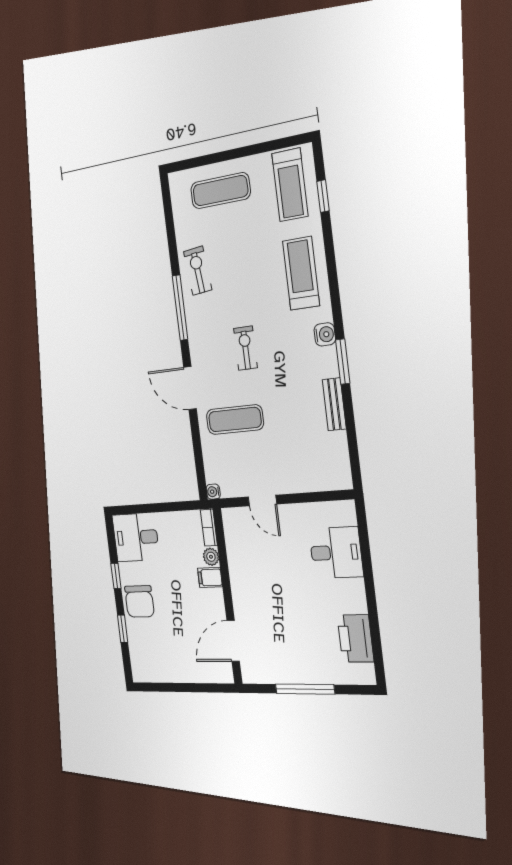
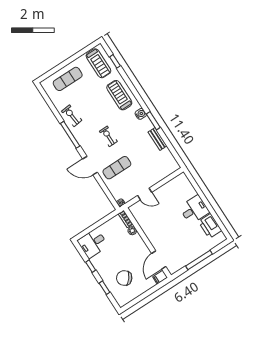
desk: (336, 553) -> (194, 210), moved
filing cabinet: (210, 578) -> (160, 277), moved
chair: (139, 601) -> (124, 278), moved, turned 129

